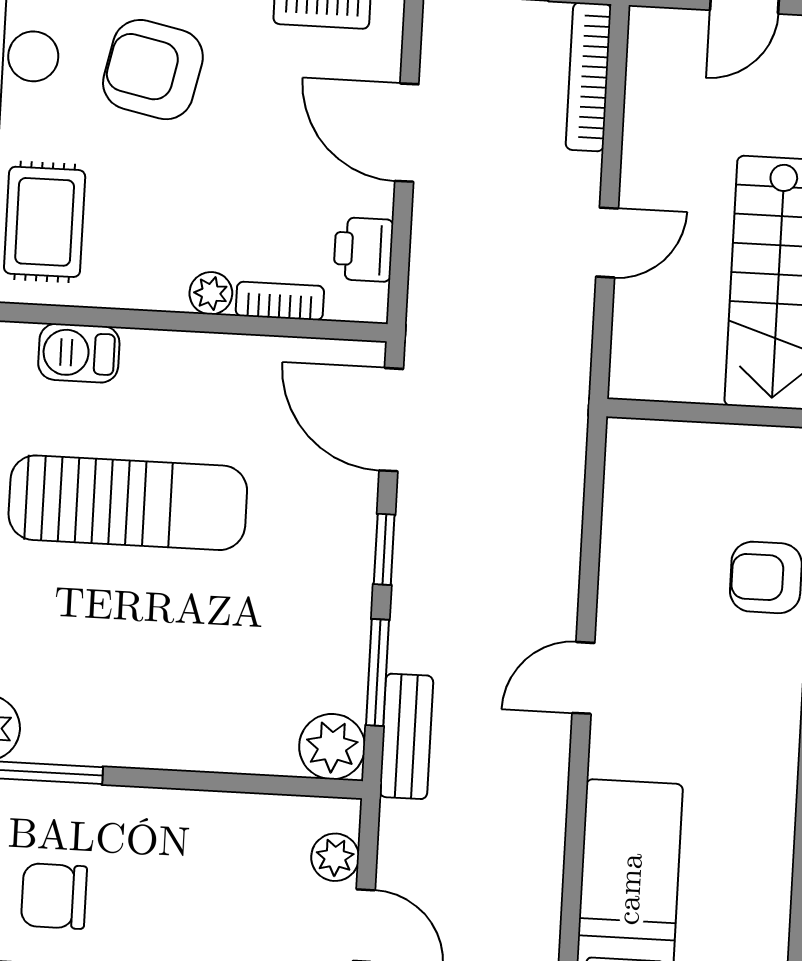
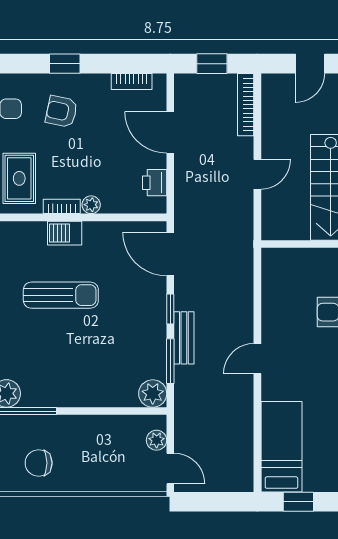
armchair: (153, 70) -> (62, 112), width x0.72, depth x0.72
bookcase: (280, 301) -> (62, 206), moved
barbecue: (79, 353) -> (65, 233), moved
sun lounger: (128, 503) -> (61, 295), width x0.73, depth x0.75
bench: (406, 736) -> (184, 338), moved

